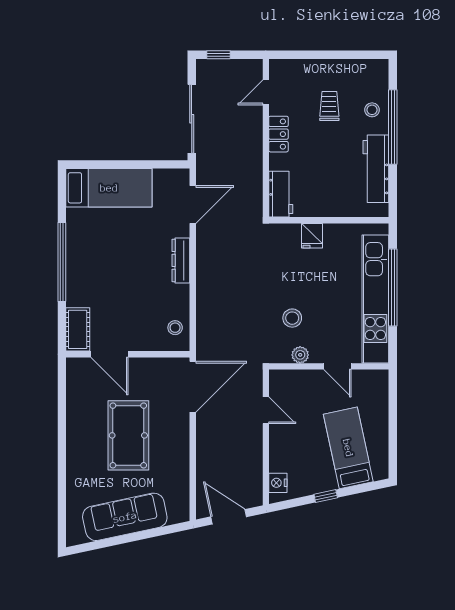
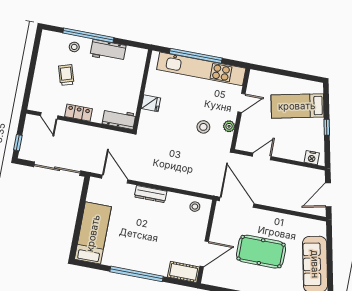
trolley: (329, 106) -> (66, 75), turned 73
workbench: (376, 169) -> (108, 51), width x0.73

